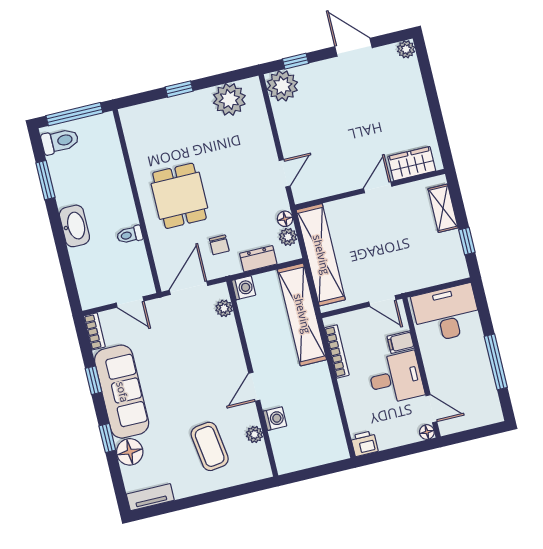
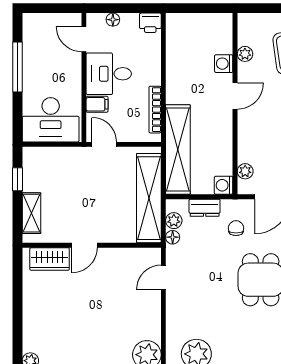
floor lamp: (427, 432) -> (113, 20), moved

